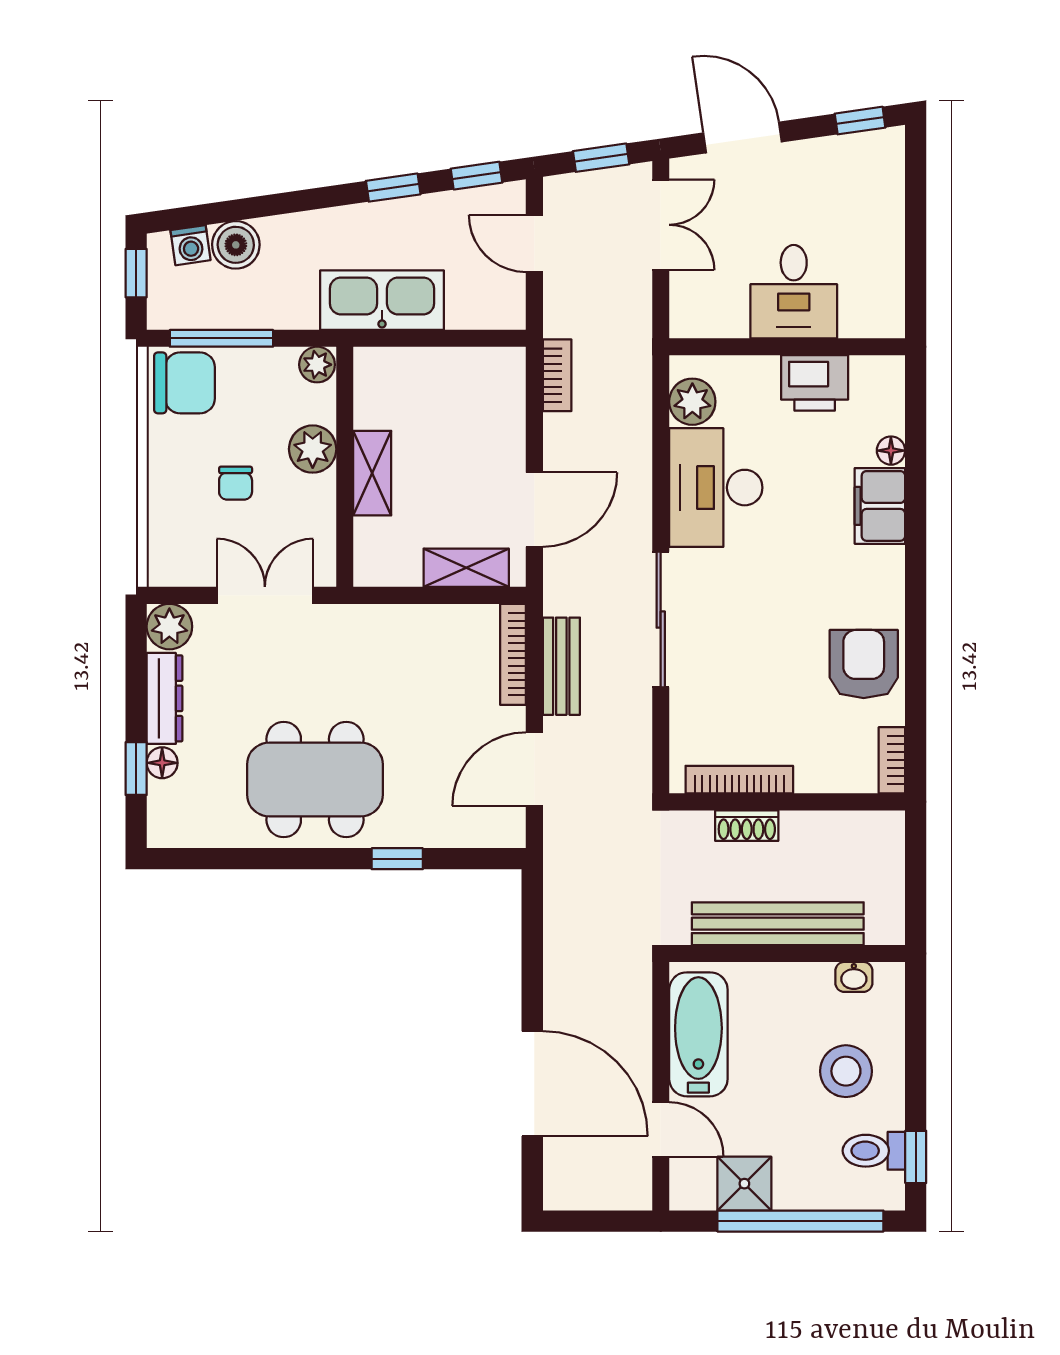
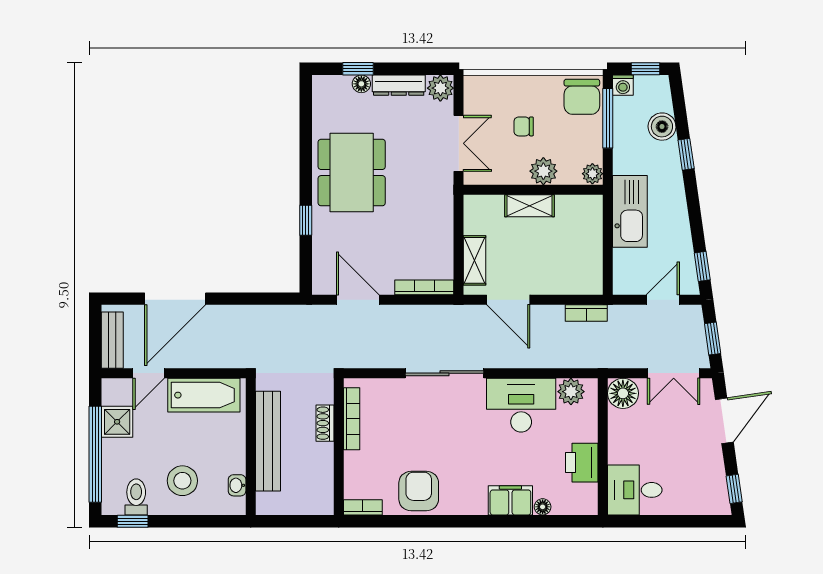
window: (393, 188) -> (686, 154), moved
washing machine: (191, 245) -> (623, 85), moved, turned -82
desk: (794, 292) -> (635, 490), moved
floor lamp: (695, 312) -> (623, 393), added
armchair: (864, 664) -> (419, 491), turned -90
bench: (561, 666) -> (112, 340), moved, turned 90

